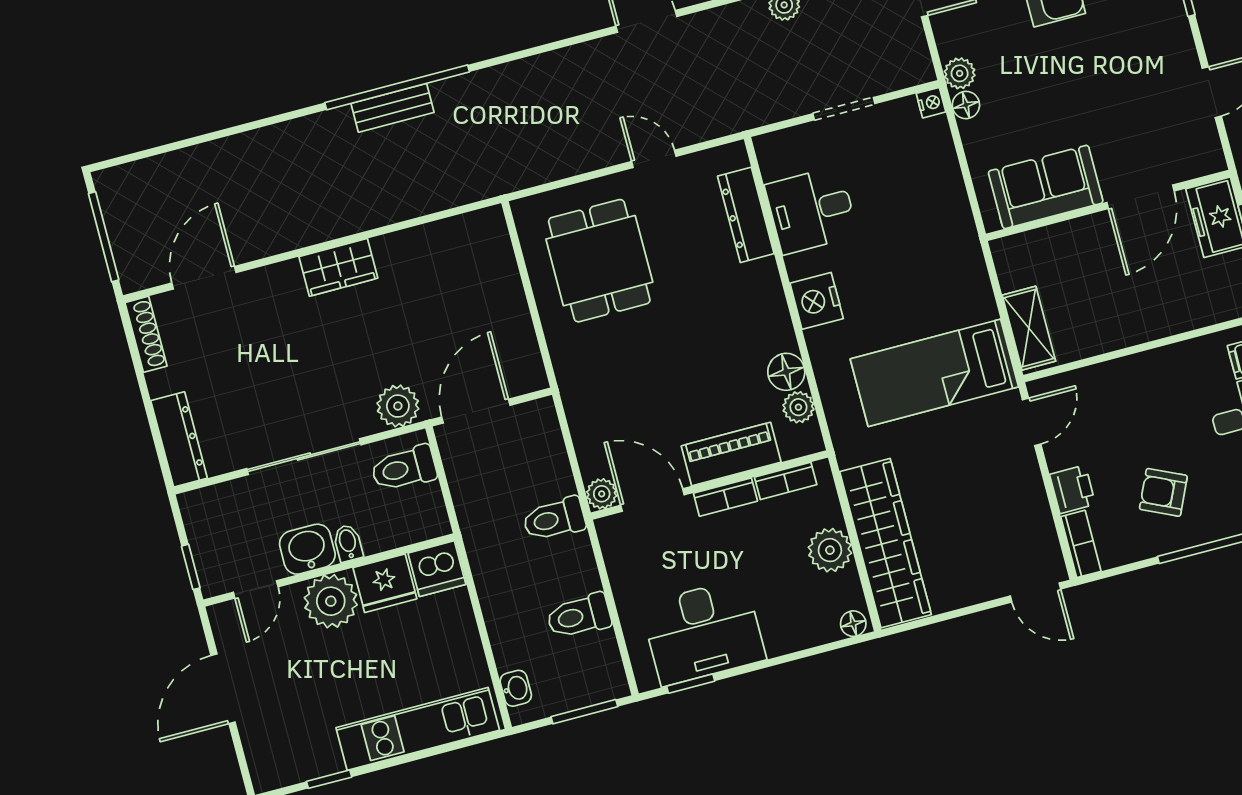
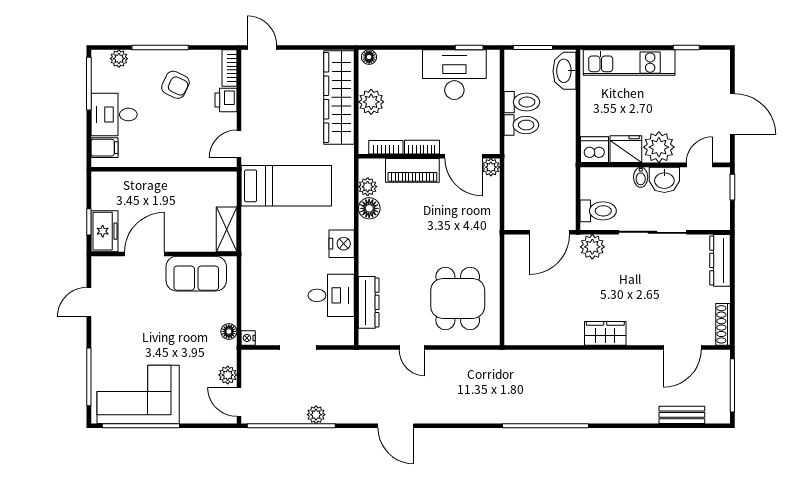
plant: (960, 73) -> (228, 375), moved
bench: (393, 108) -> (682, 415), moved
shelving: (1029, 328) -> (227, 229), moved
toilet: (554, 519) -> (521, 125), moved
washbasin: (516, 688) -> (564, 71), width x1.91, depth x1.45
door: (223, 689) -> (732, 114), hinge flipped

